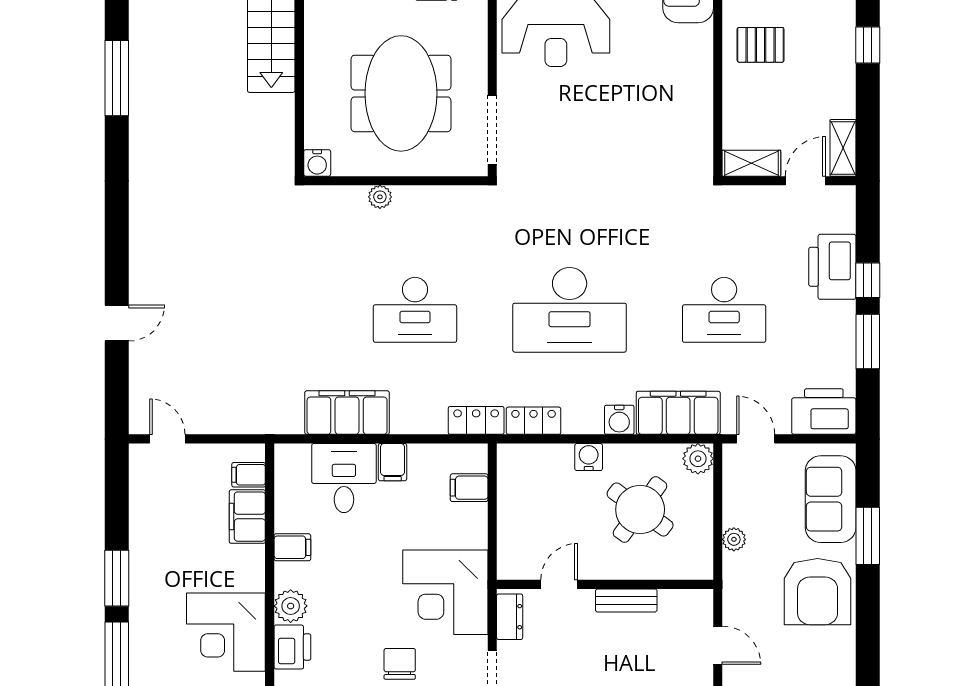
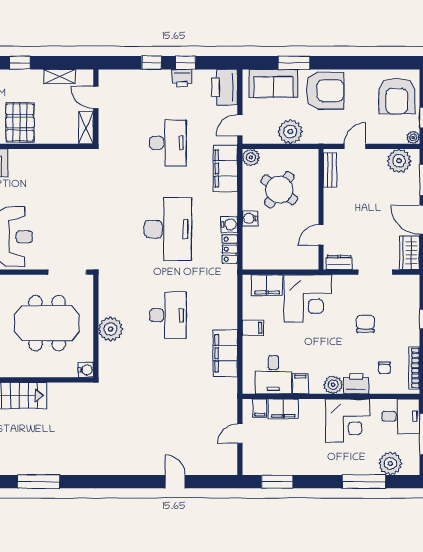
pallet: (761, 45) -> (20, 122), width x1.50, depth x1.42
shelving: (843, 148) -> (59, 76), moved
plant: (380, 197) -> (111, 329), width x1.87, depth x1.87
printer: (832, 267) -> (182, 78), moved, width x0.53, depth x0.68
window: (868, 342) -> (186, 63), width x0.67
locker: (476, 420) -> (230, 281), removed
water cooler: (619, 420) -> (229, 224), moved
door: (167, 439) -> (240, 434), moved
desk: (344, 478) -> (273, 375), moved, turned -90
filing cabinet: (469, 488) -> (267, 285), width x2.00
plant: (734, 539) -> (290, 132), width x1.87, depth x1.87
window: (117, 578) -> (277, 482), moved
door: (559, 584) -> (321, 235), hinge flipped
corner desk: (445, 592) -> (308, 298), moved
bench: (626, 600) -> (330, 170), moved
chair: (400, 664) -> (365, 324), turned 90

